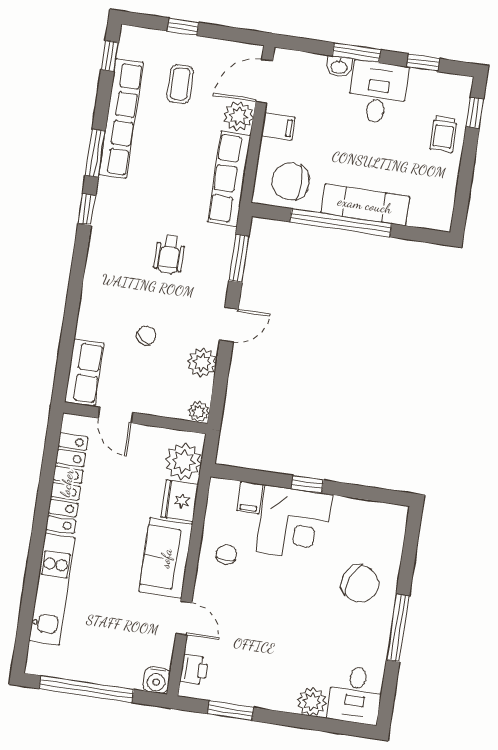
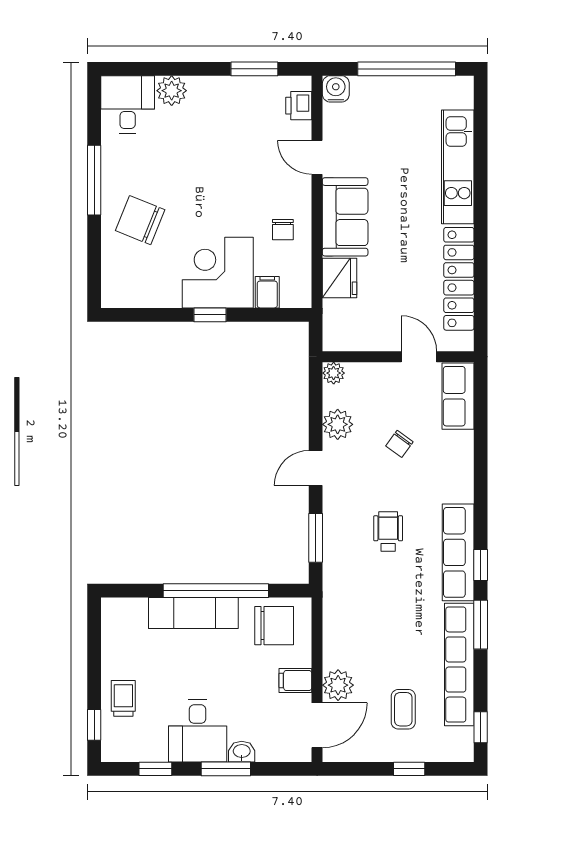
row of seats: (229, 179) -> (458, 552), moved, turned 180
plant: (183, 461) -> (342, 319), removed

